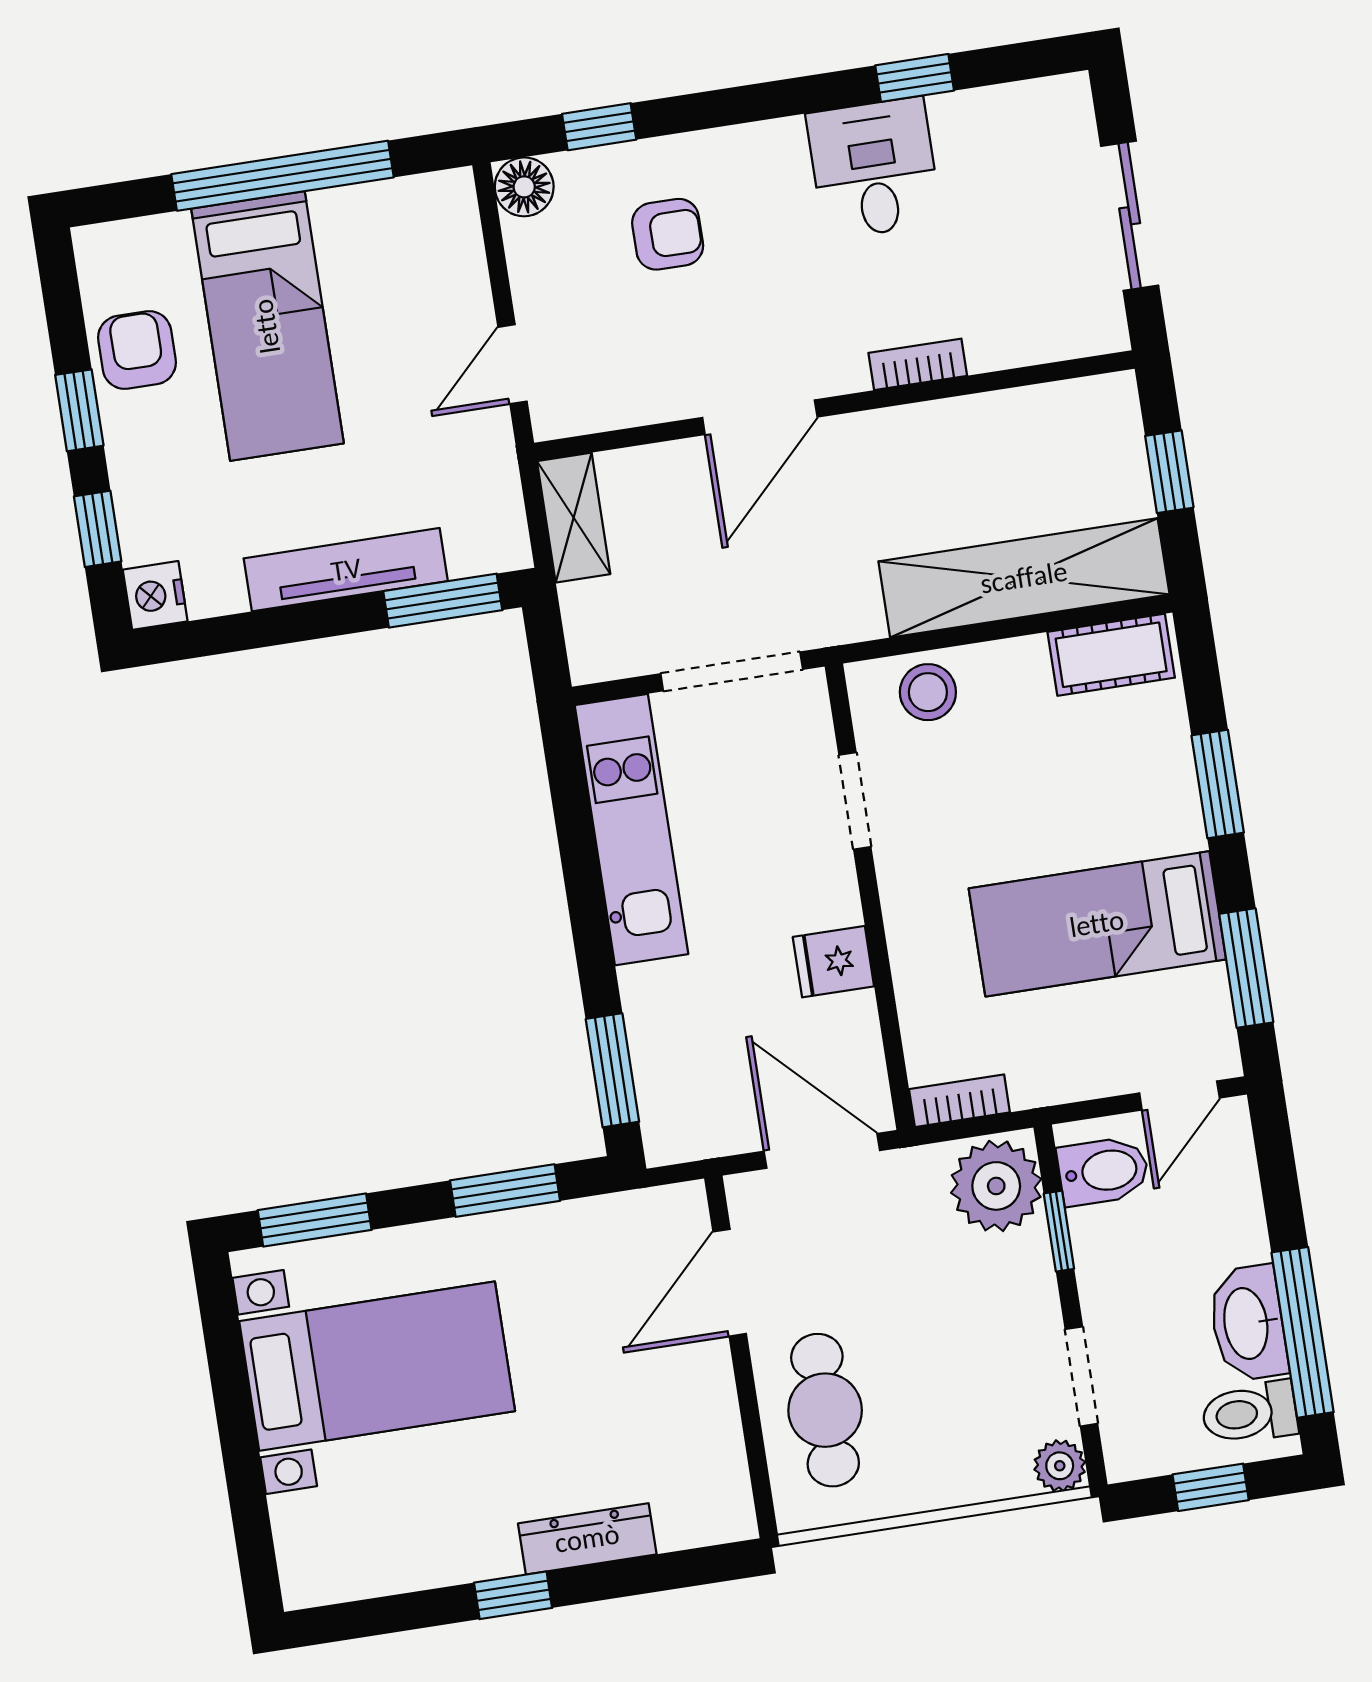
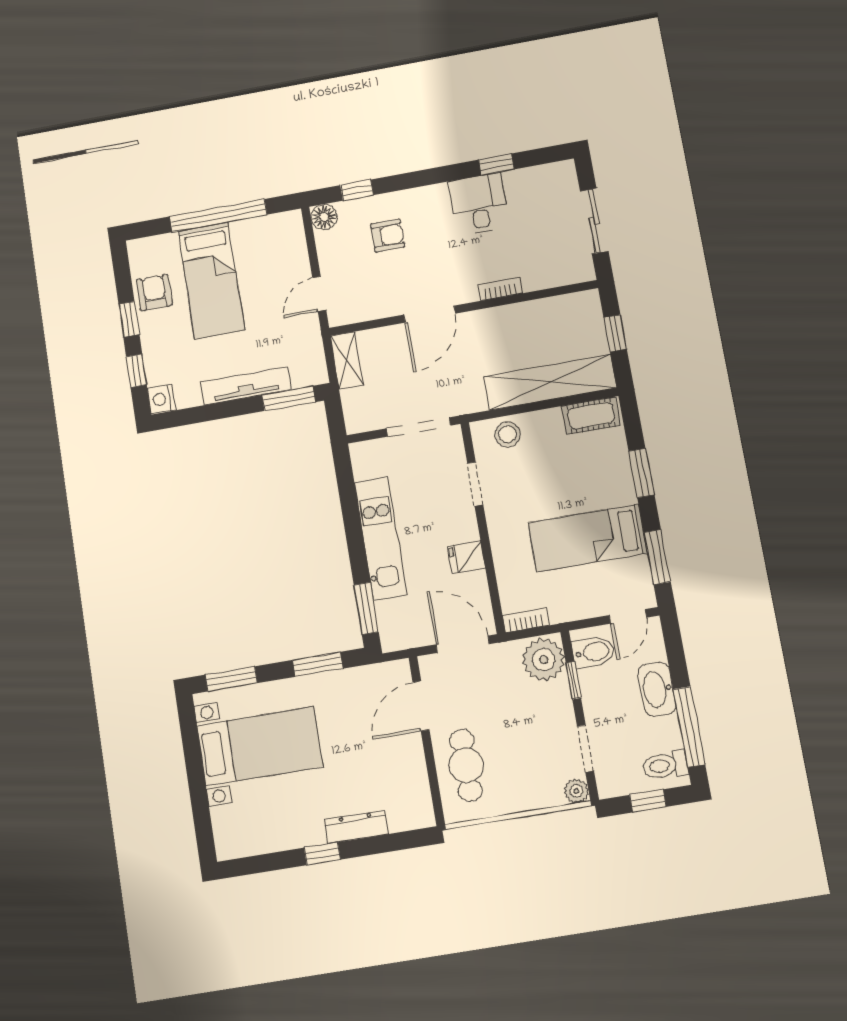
kitchen unit: (631, 830) -> (380, 538), moved
washbasin: (1248, 1323) -> (657, 689), moved

